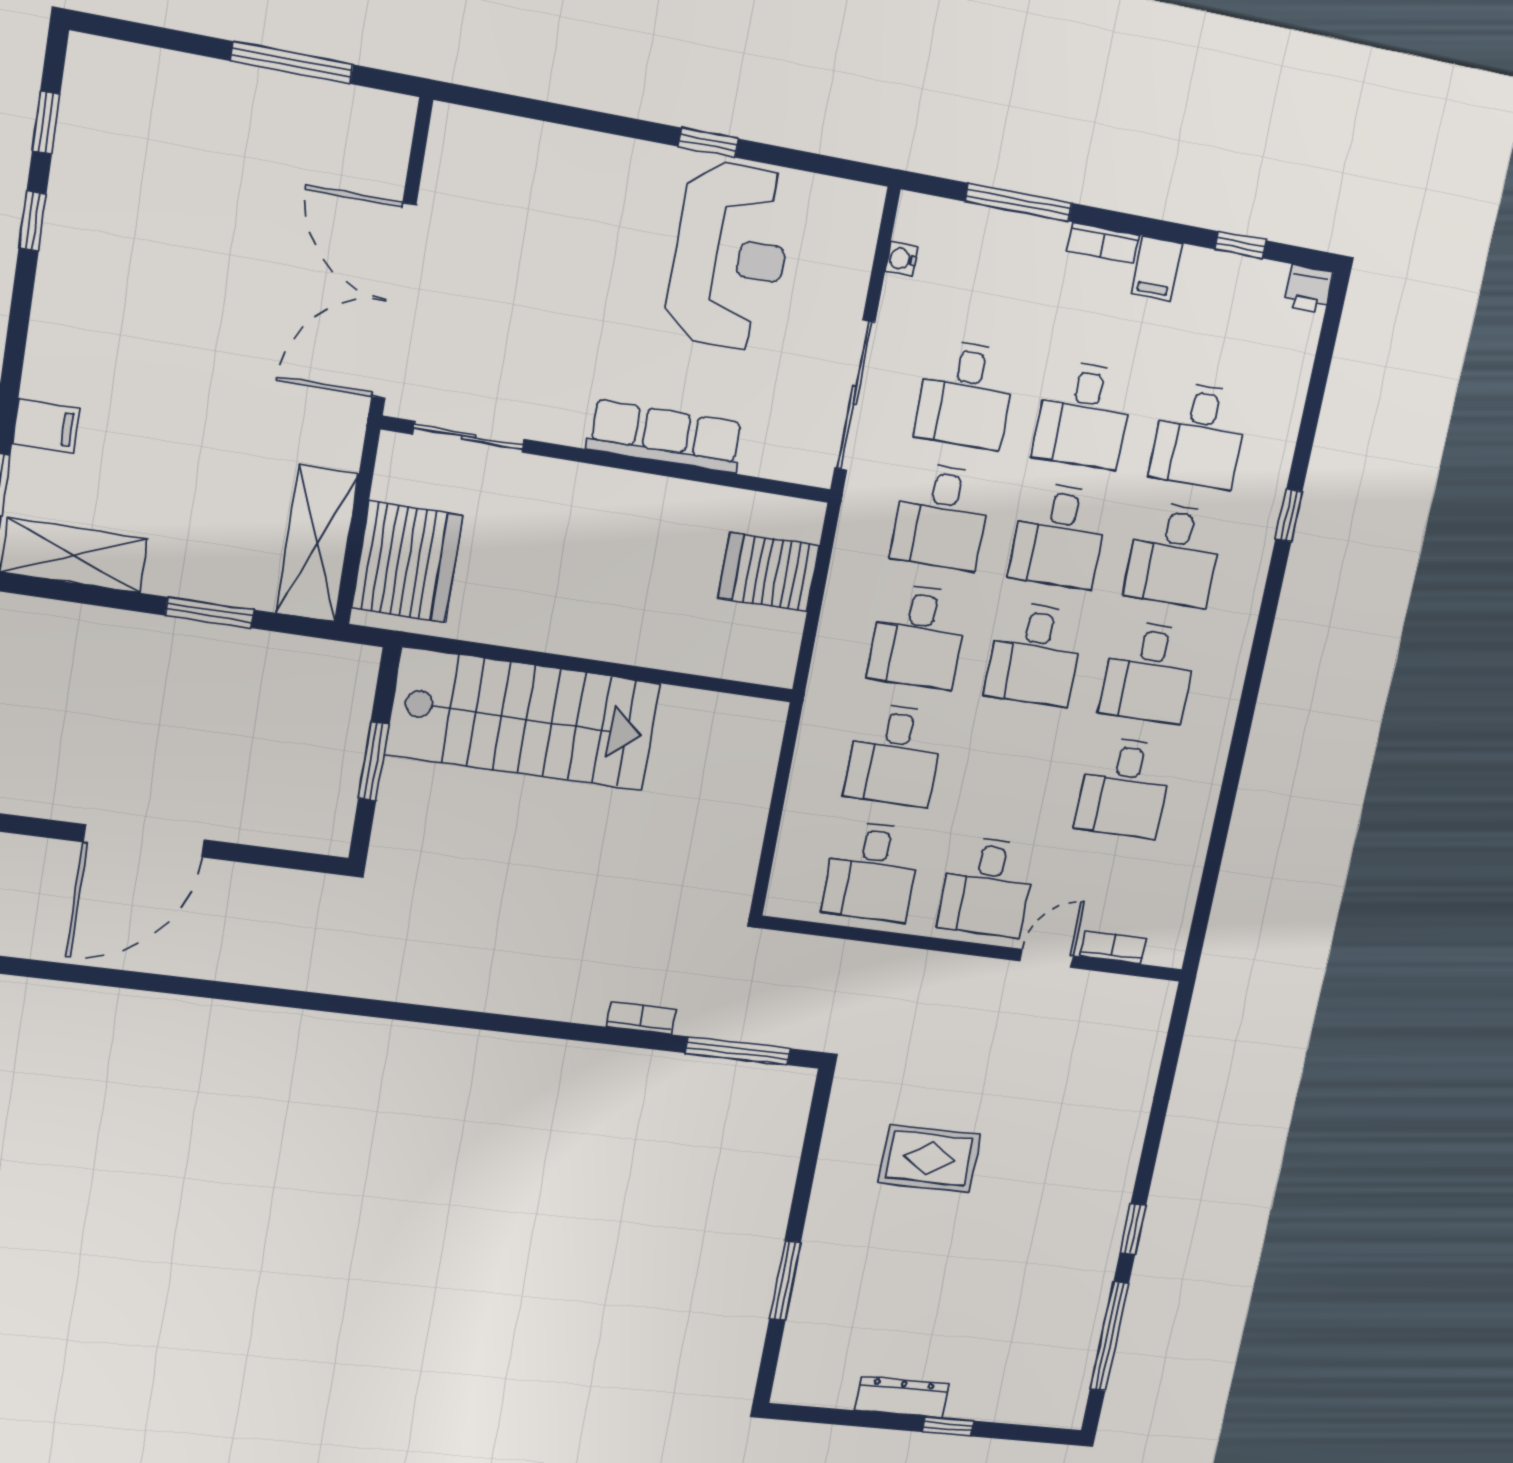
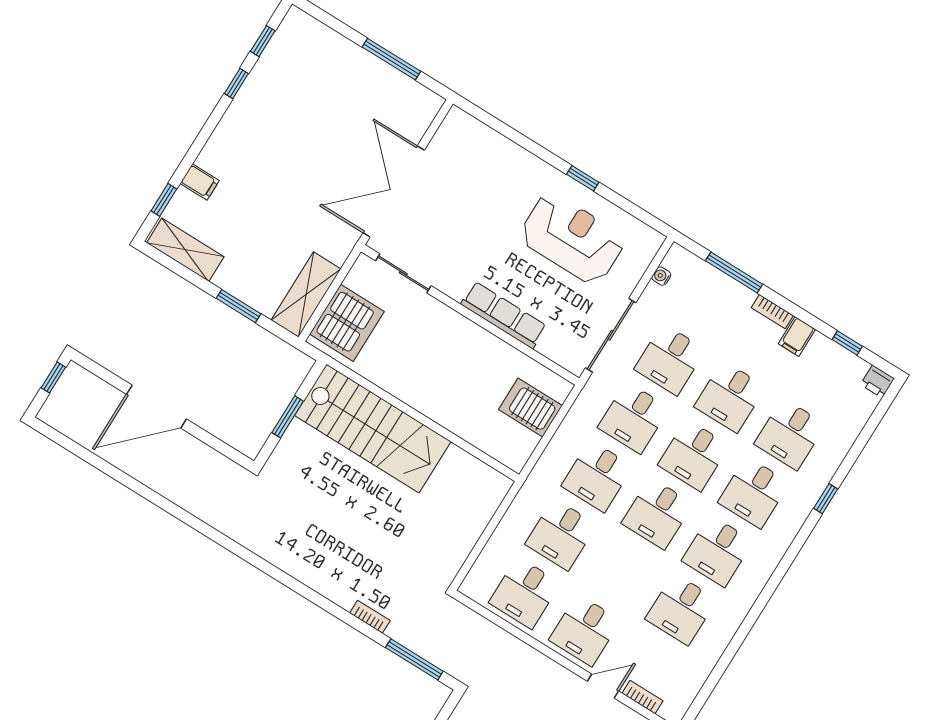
reception desk: (730, 256) -> (572, 238), turned -90

